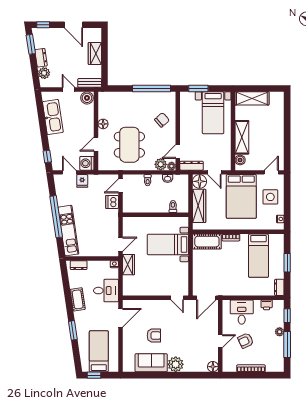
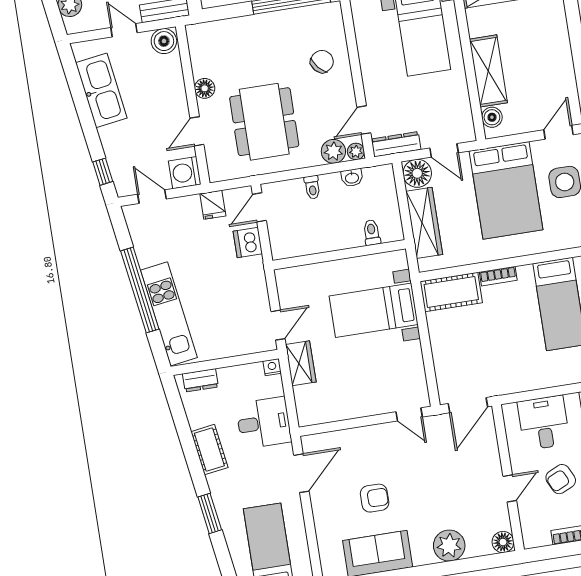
fridge: (82, 181) -> (213, 205), moved
plant: (176, 364) -> (449, 546), moved

